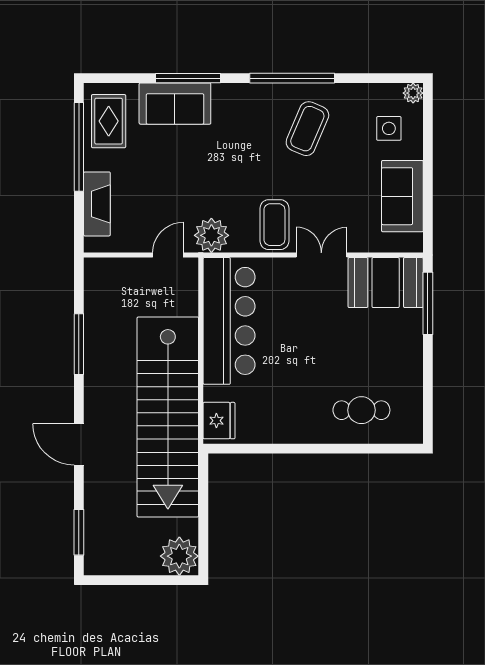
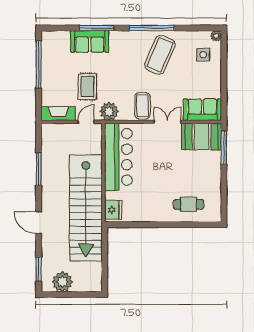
rug: (109, 121) -> (87, 87), moved
coffee table: (307, 129) -> (160, 55), width x1.36, depth x1.32
sofa: (402, 196) -> (202, 110), moved, turned 90
fireplace: (97, 204) -> (58, 114), moved, turned -90
plant: (179, 556) -> (62, 282), moved

